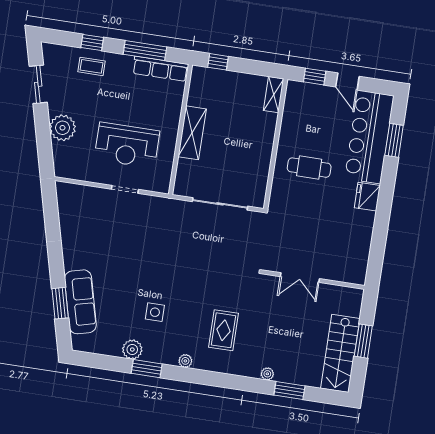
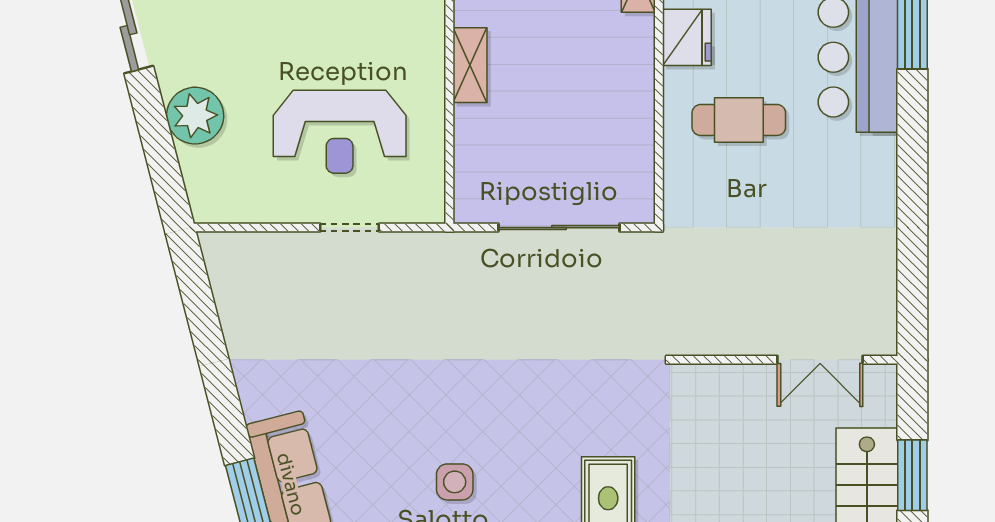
shelving: (192, 133) -> (470, 65), width x0.67, depth x0.75
fridge: (367, 197) -> (687, 37), moved, turned 180
double door: (300, 278) -> (820, 360), moved

